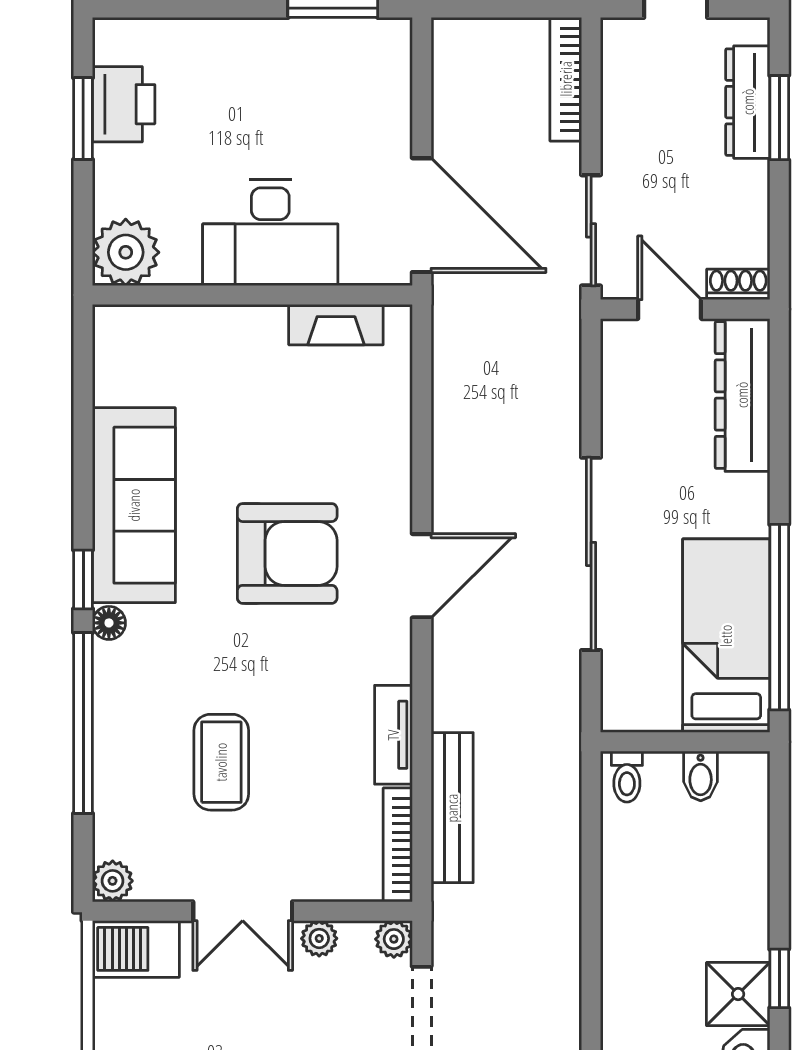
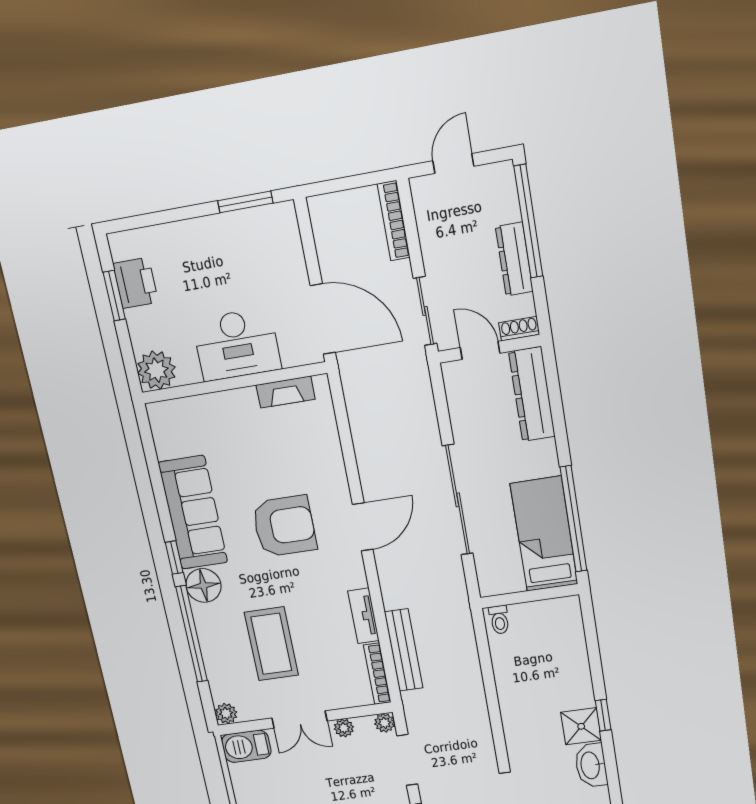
dresser: (748, 102) -> (514, 259), moved
window: (779, 118) -> (528, 221), width x2.11
floor lamp: (109, 623) -> (203, 585), width x1.89, depth x1.89
coffee table: (221, 762) -> (271, 644), width x1.36, depth x1.32
bidet: (701, 776) -> (541, 613), removed

